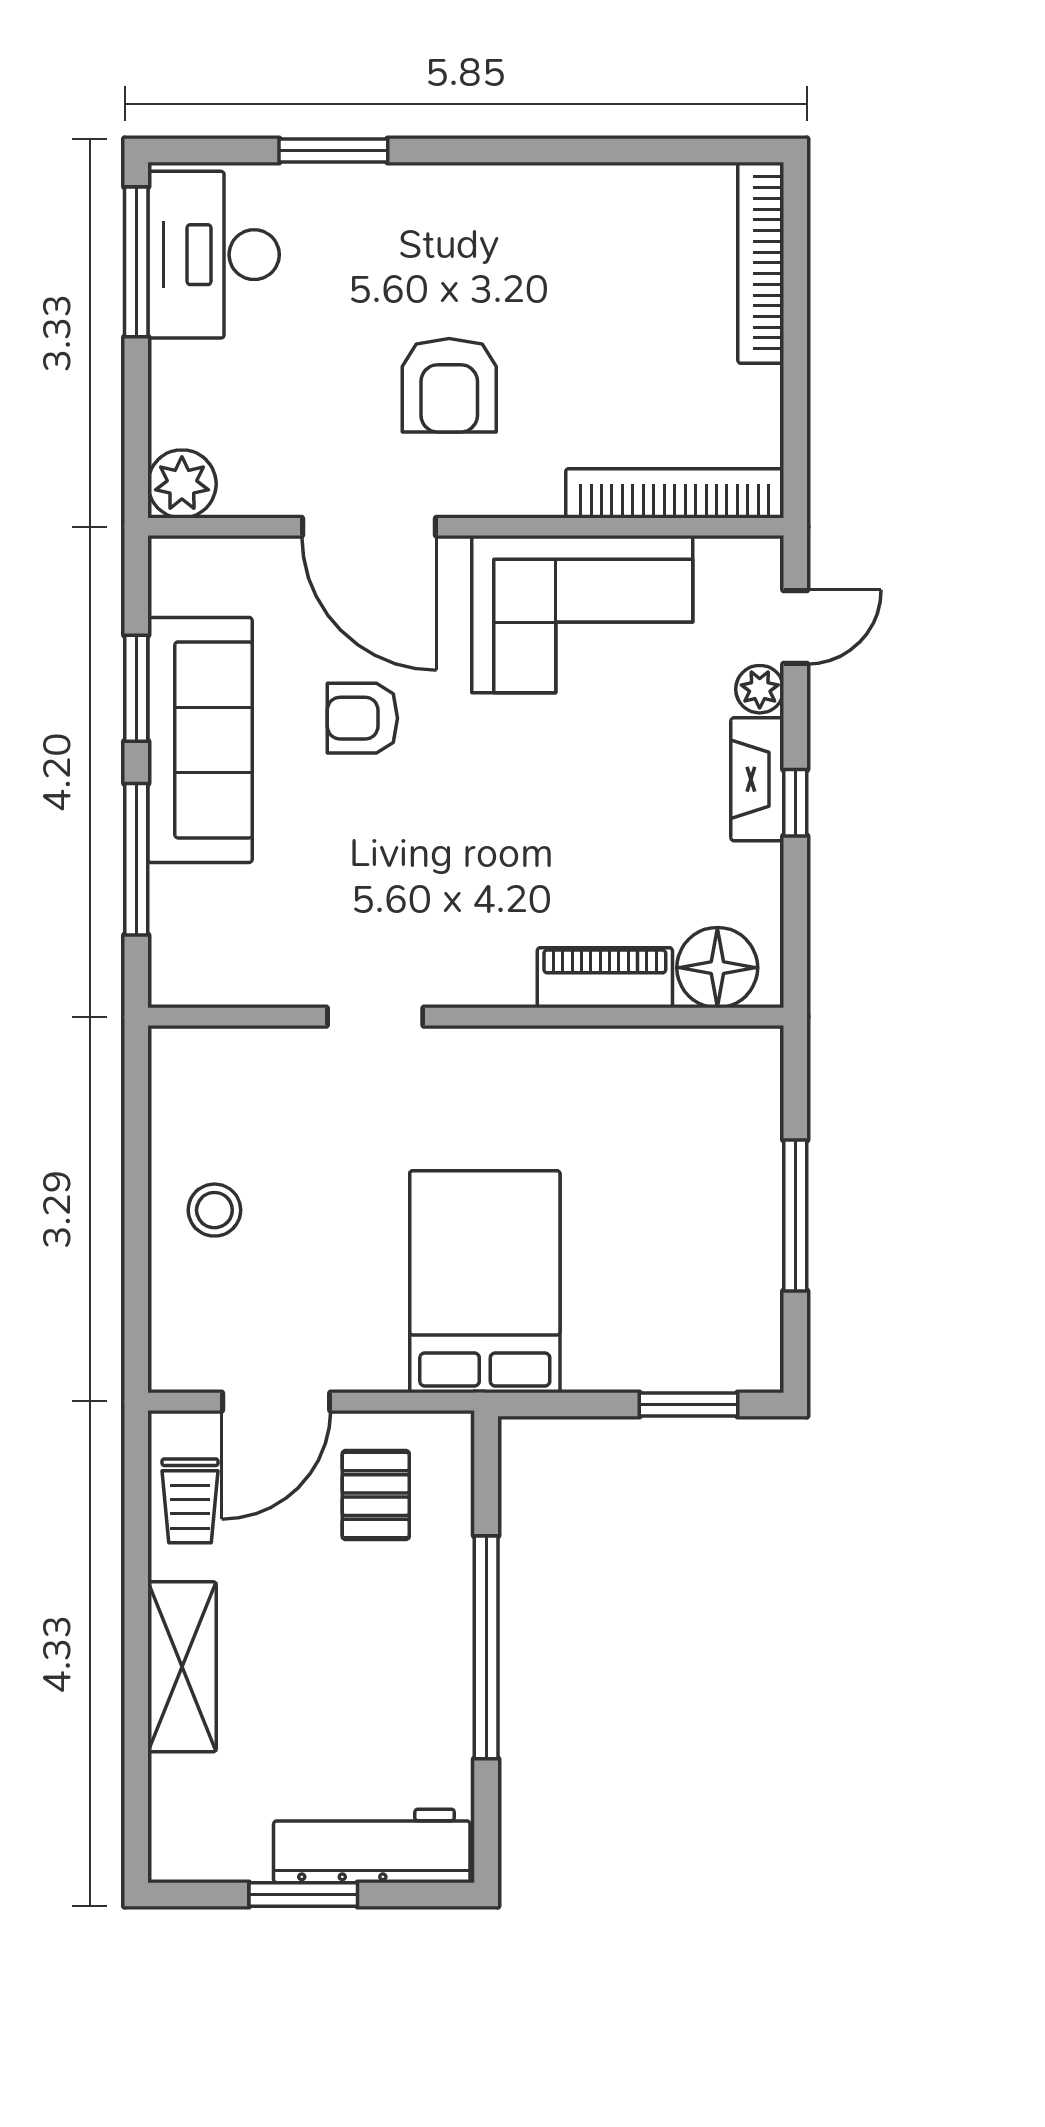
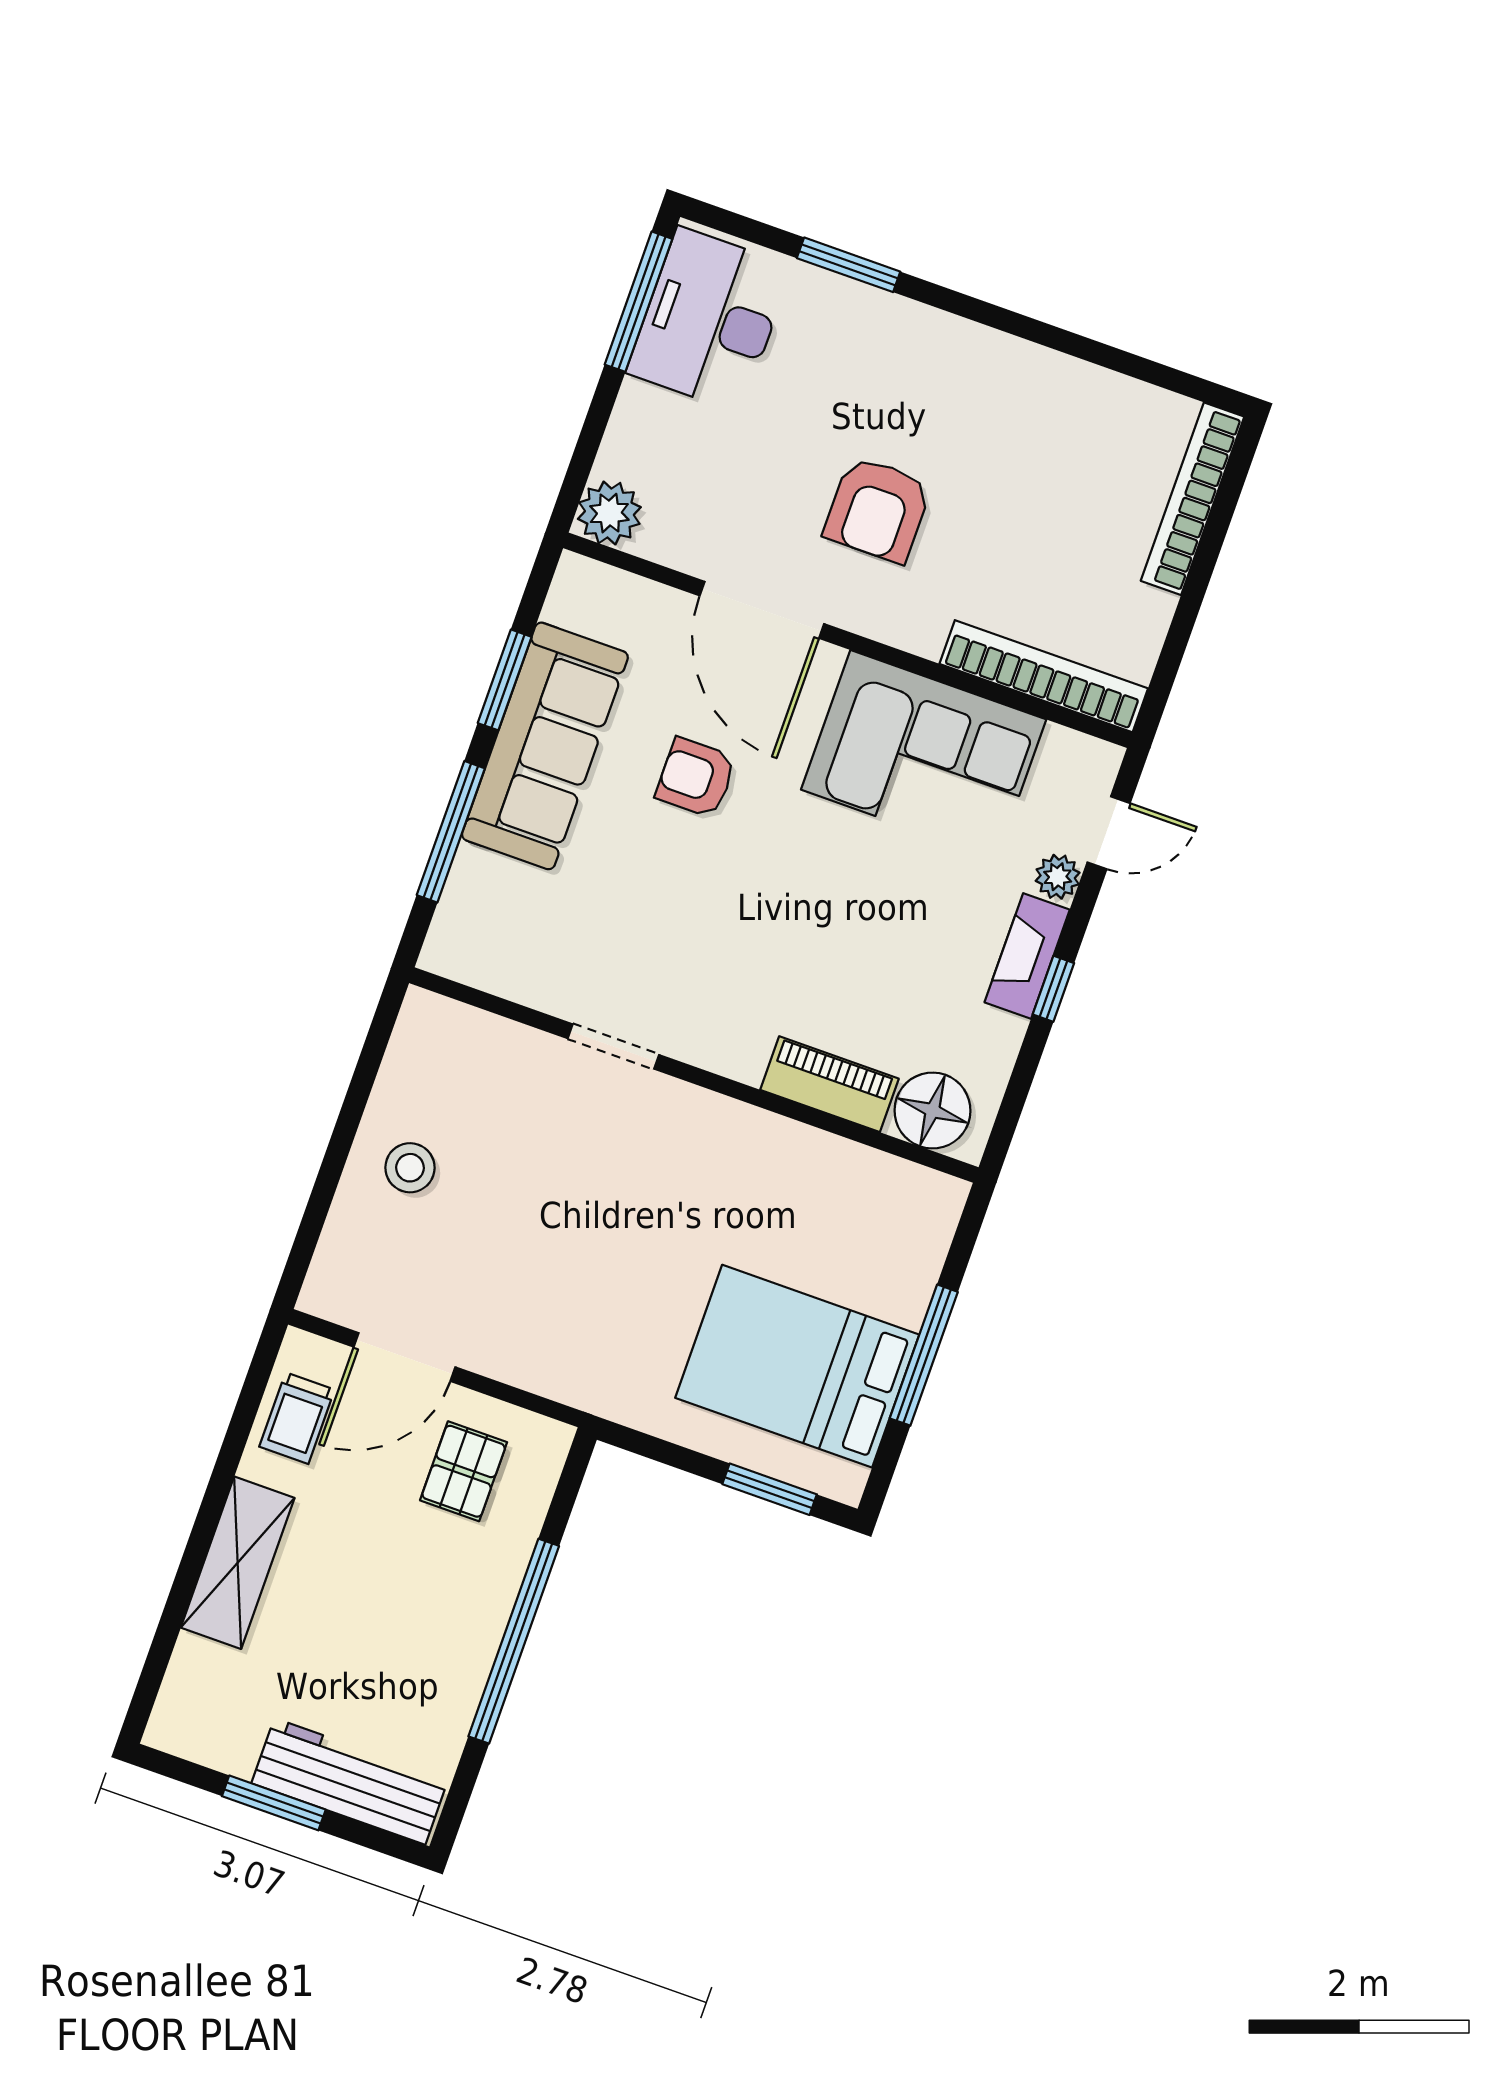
bed: (485, 1282) -> (797, 1366), moved, turned -90

